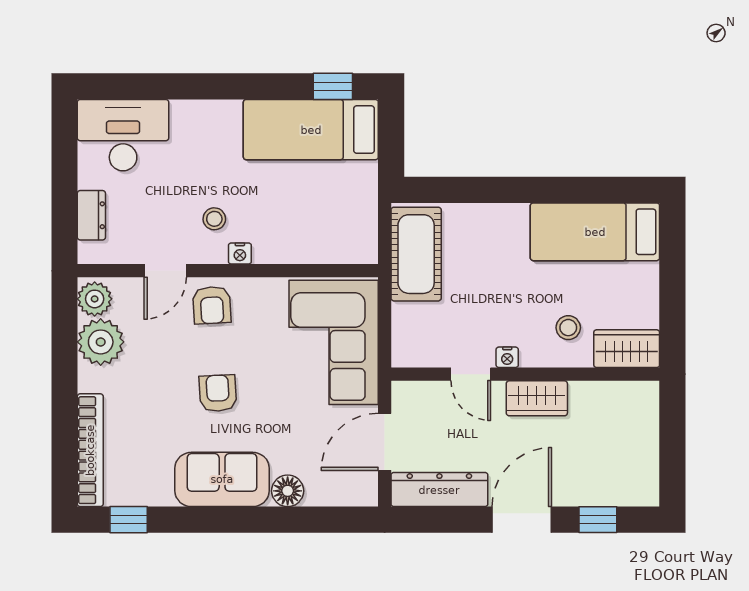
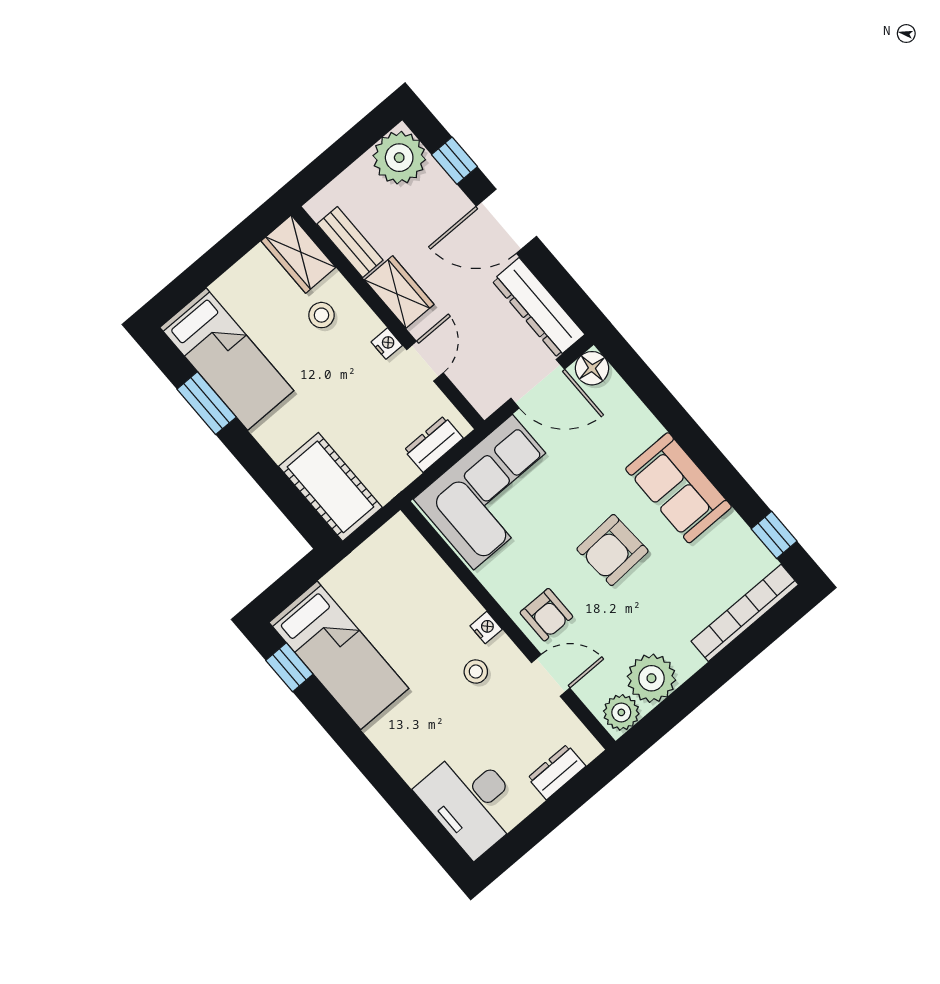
window: (576, 190) -> (207, 403), added
cot: (416, 254) -> (330, 487), moved, turned 90
armchair: (212, 305) -> (546, 615), turned 93
dresser: (405, 329) -> (434, 444), added
armchair: (218, 393) -> (612, 550), width x1.38, depth x1.38
bench: (604, 393) -> (350, 242), added
plant: (634, 481) -> (399, 158), added
floor lamp: (288, 491) -> (592, 368), moved

